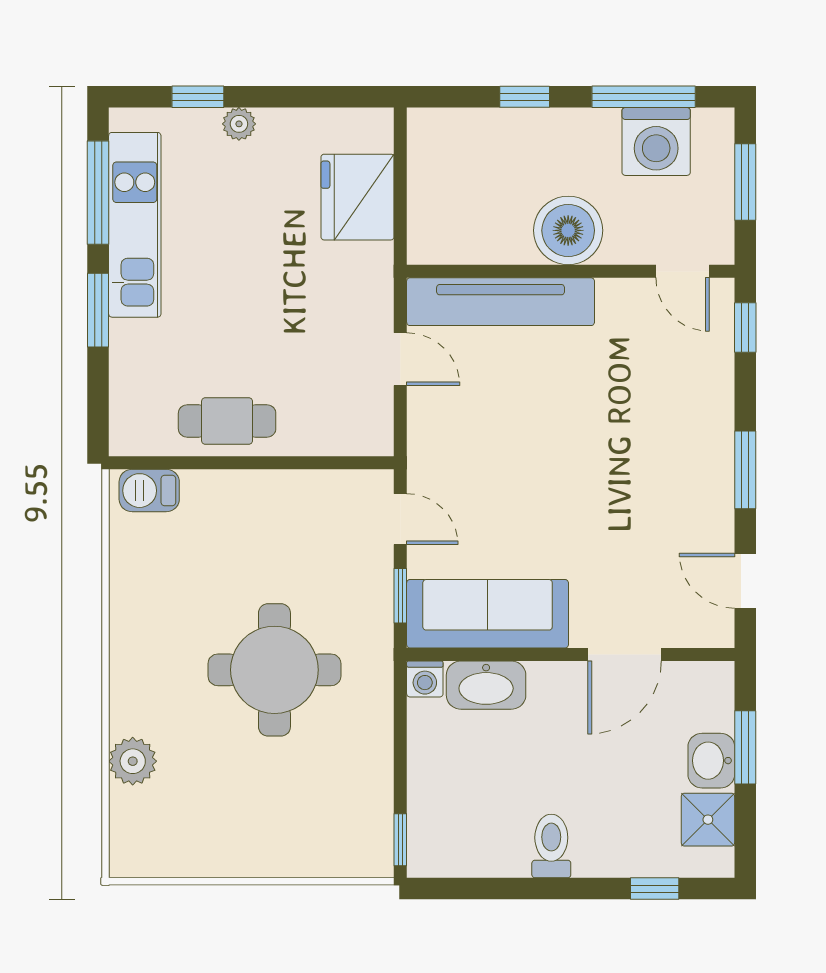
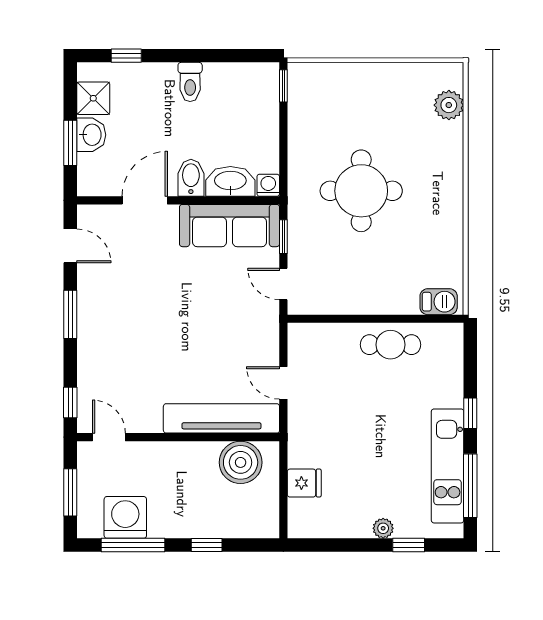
fridge: (357, 197) -> (304, 483), width x0.53, depth x0.75
boiler: (568, 230) -> (241, 462), moved
window: (98, 310) -> (470, 413), width x0.67
bidet: (550, 691) -> (191, 178), added
plant: (133, 761) -> (449, 105), moved

